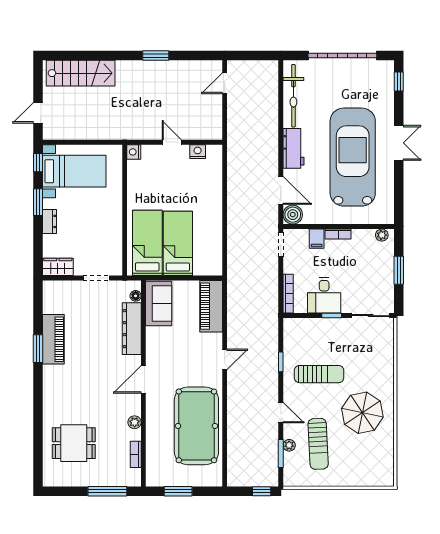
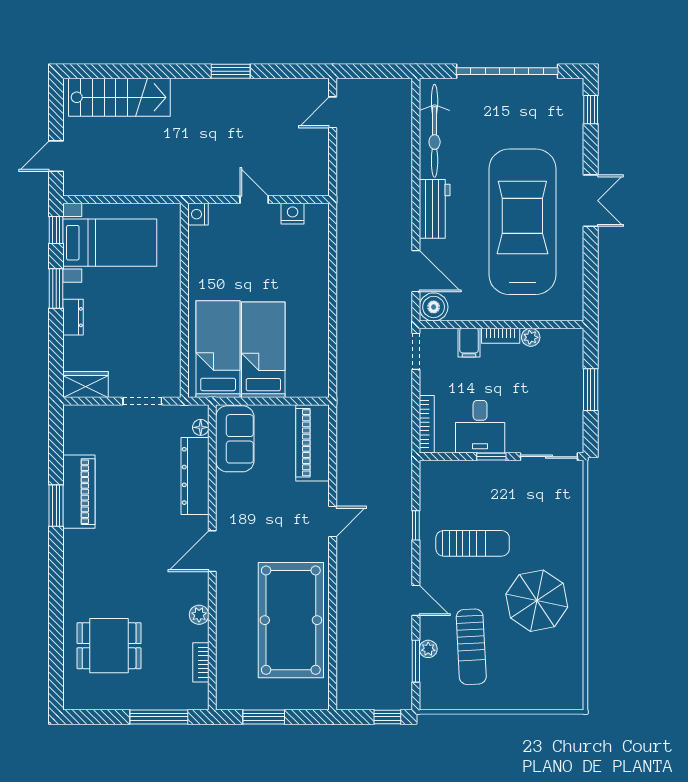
plant: (382, 235) -> (531, 337), moved

